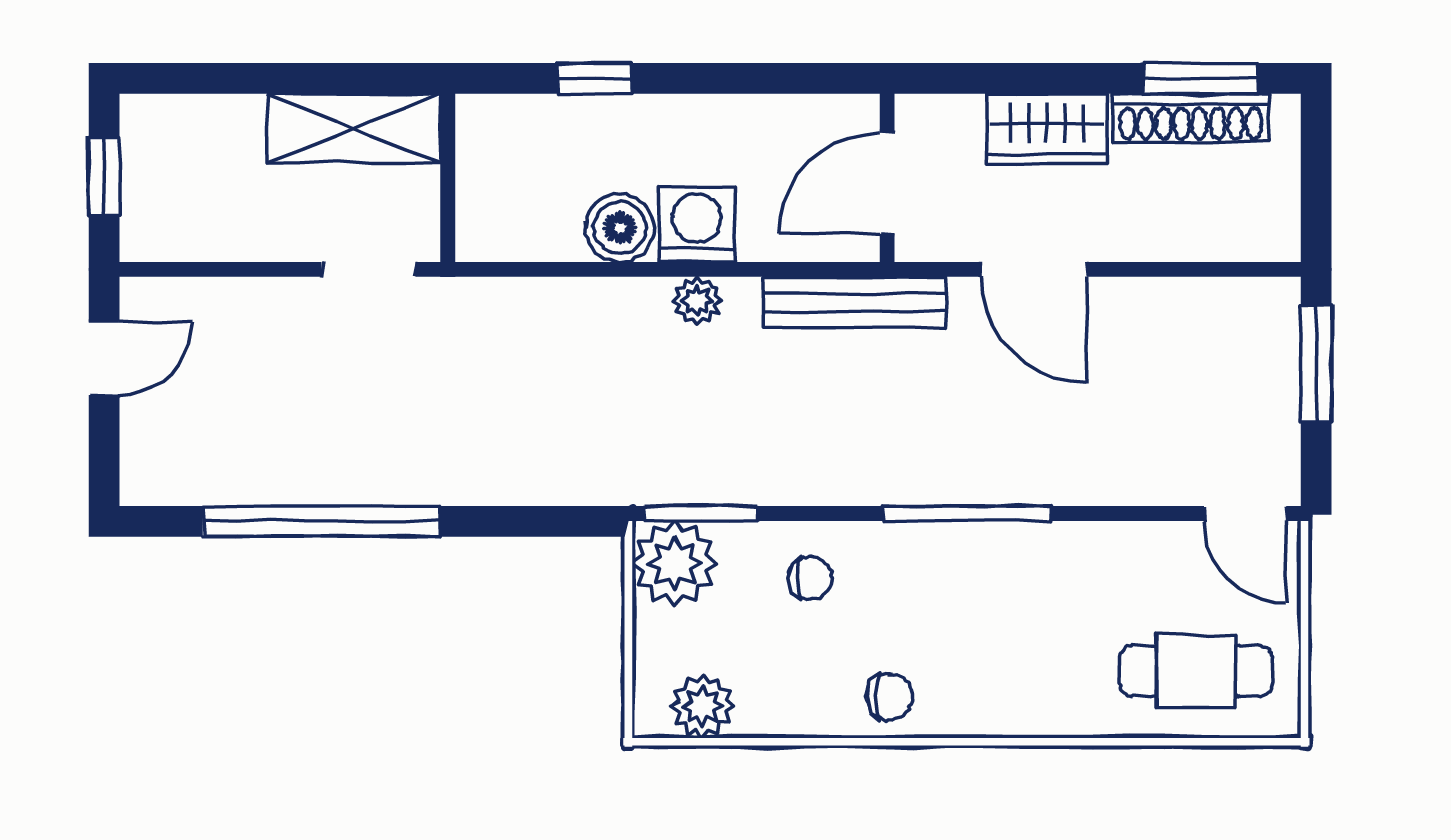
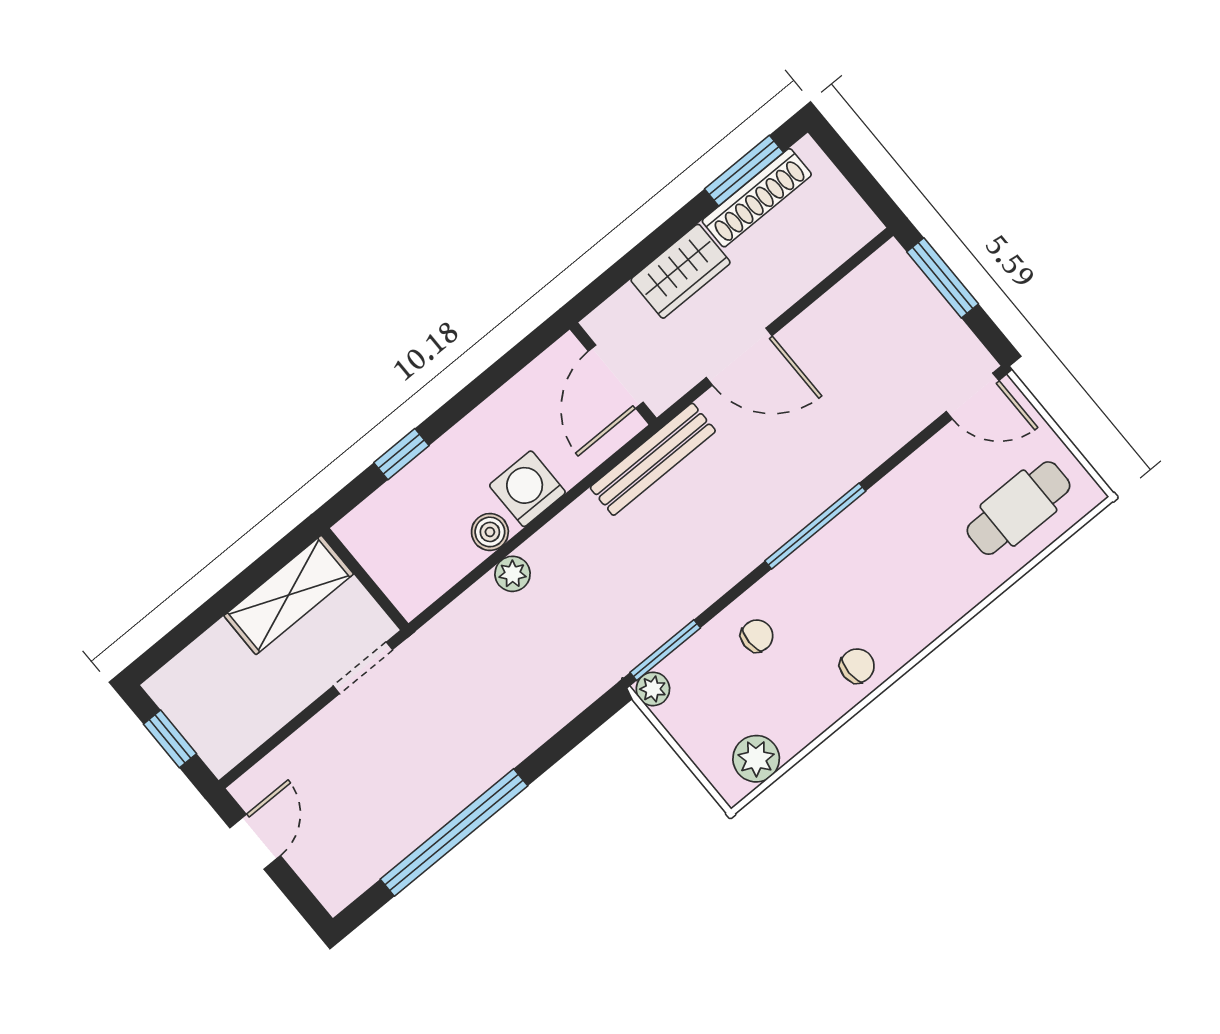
boiler: (620, 228) -> (490, 532), width x0.73, depth x0.73
plant: (697, 301) -> (513, 574), moved
plant: (675, 563) -> (653, 689), width x0.53, depth x0.53

